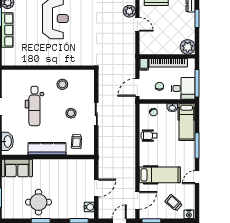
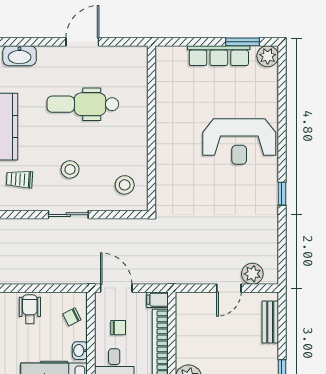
stool: (62, 84) -> (125, 185), moved

